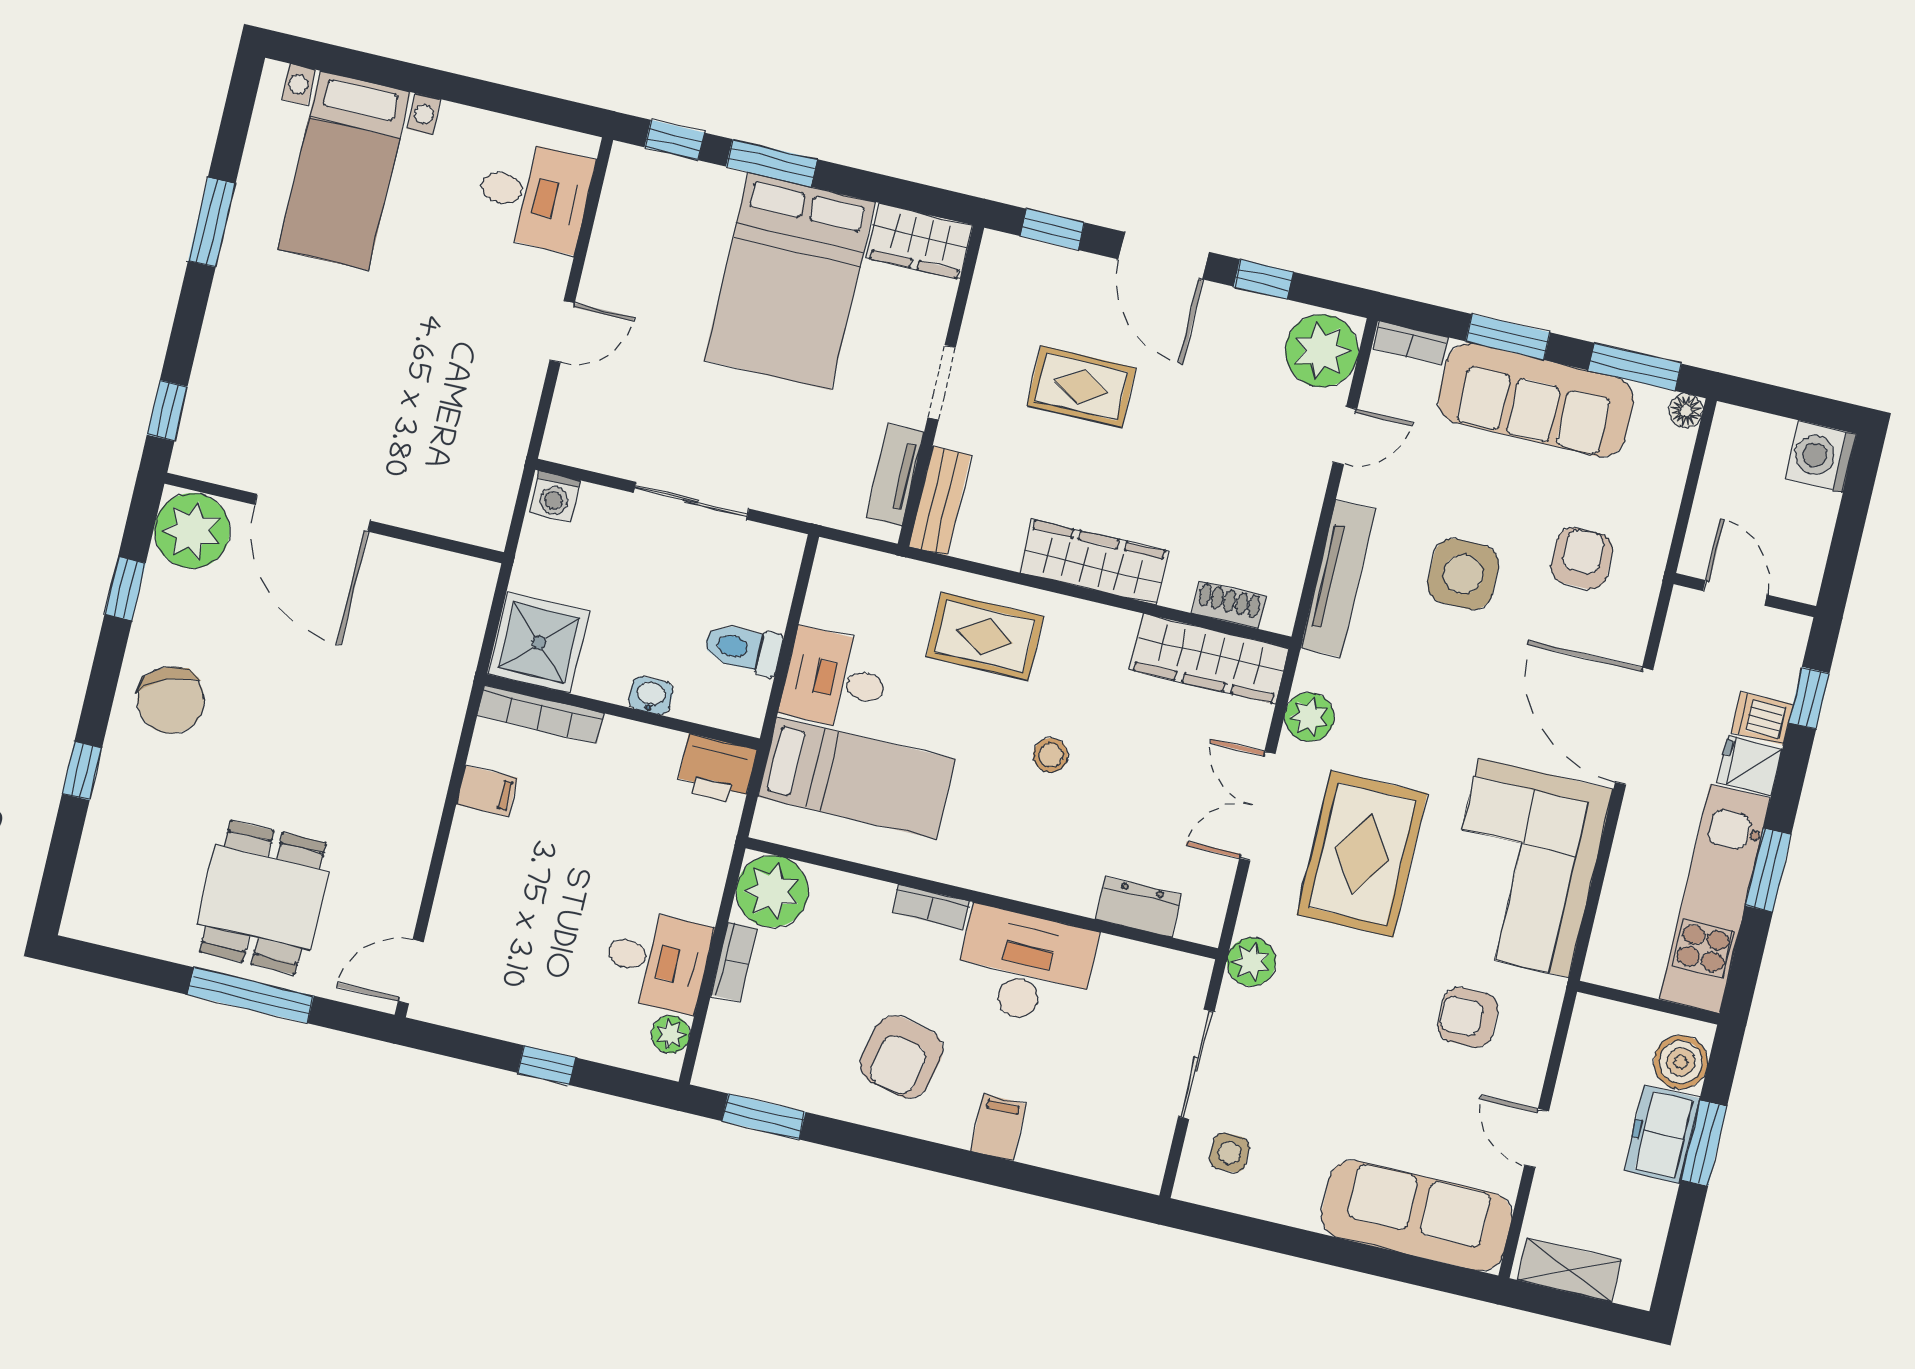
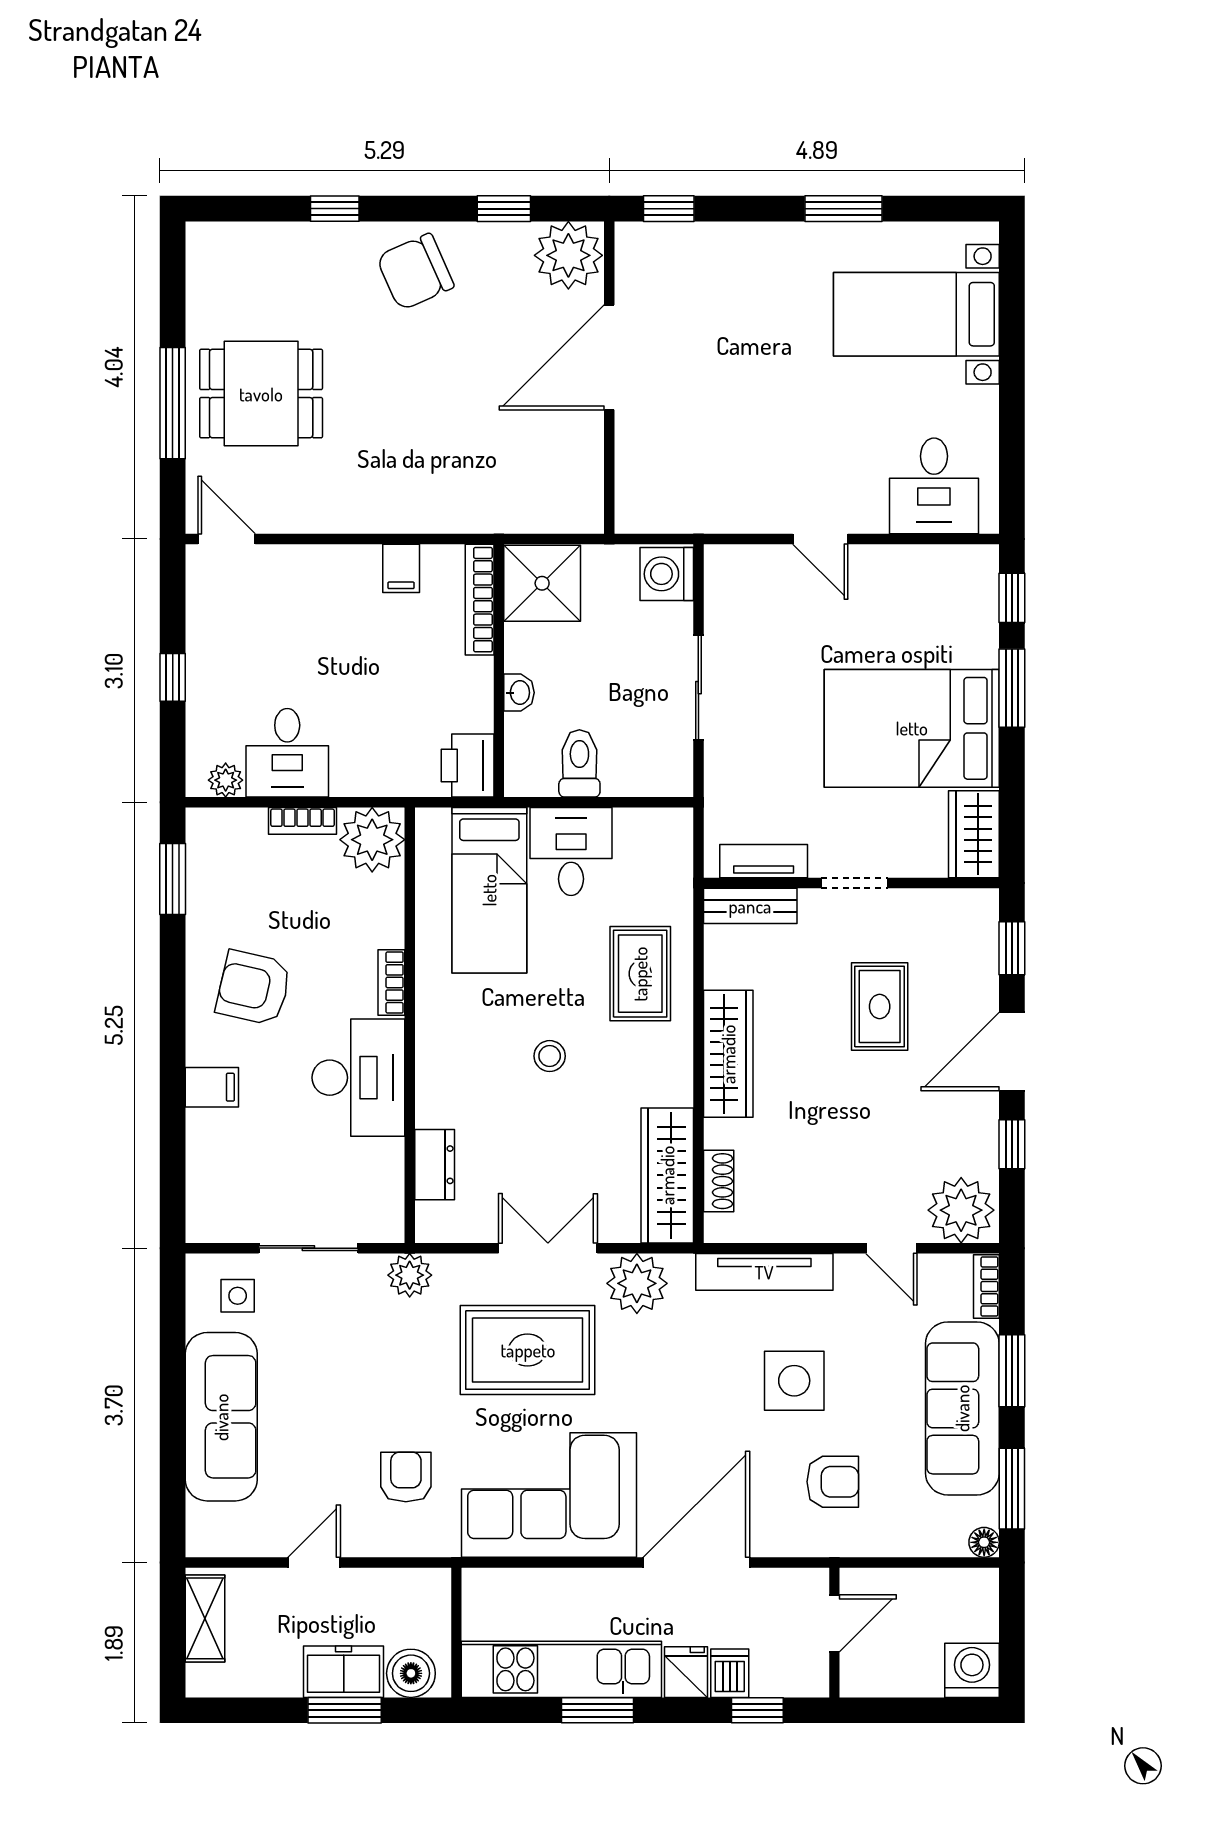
washing machine: (555, 496) -> (667, 574), width x1.38, depth x1.38
plant: (1309, 717) -> (637, 1283), width x1.36, depth x1.36
sofa: (1417, 1216) -> (221, 1417), moved

